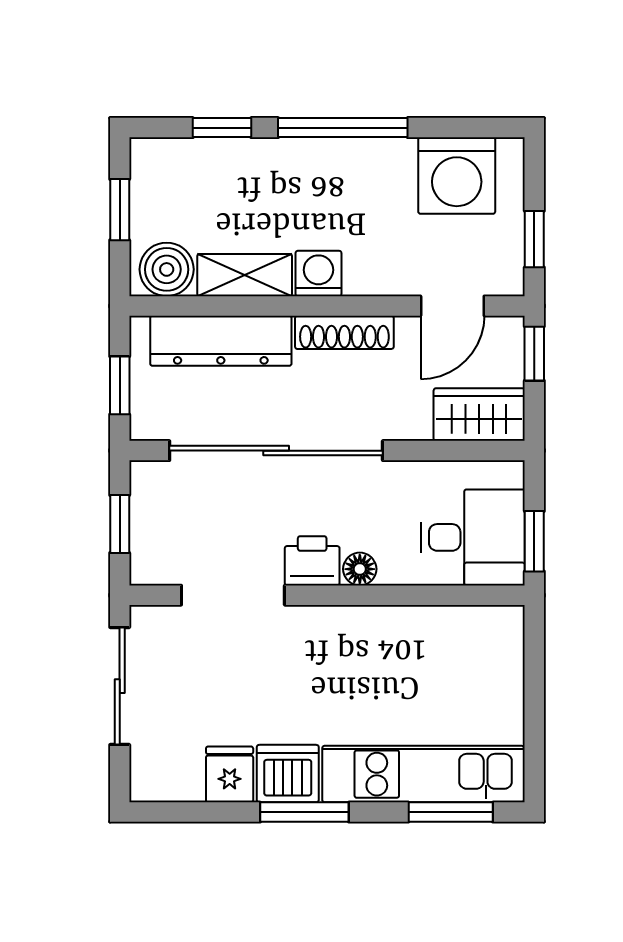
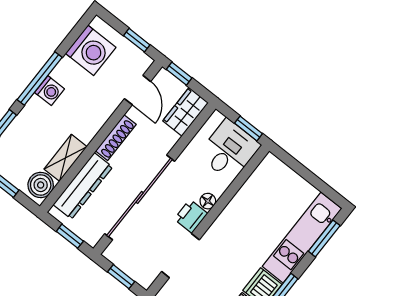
washing machine: (318, 274) -> (50, 91), moved, turned 180

